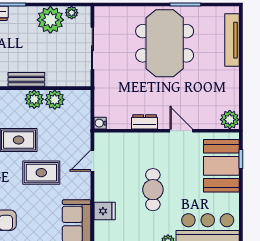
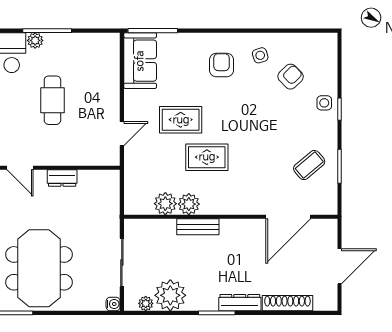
water cooler: (100, 123) -> (113, 304), moved
fridge: (105, 211) -> (108, 76), removed

